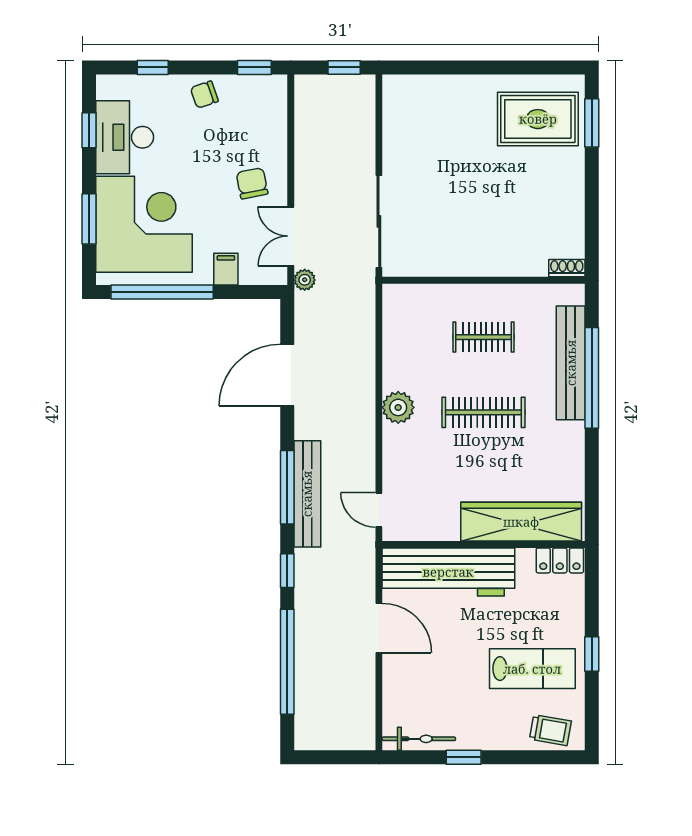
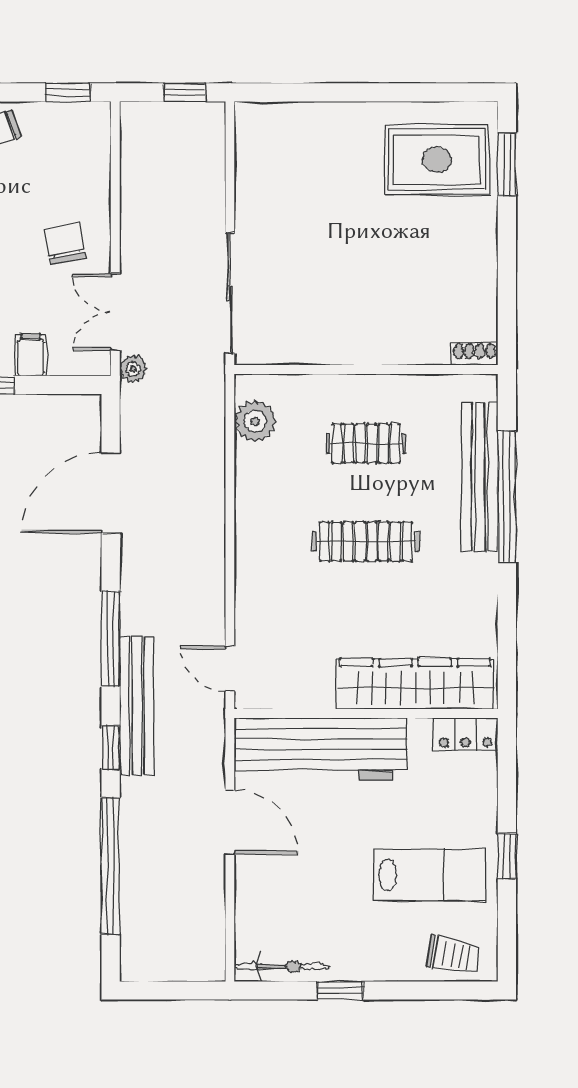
plant: (398, 407) -> (255, 421), moved
bench: (307, 494) -> (137, 705), moved

